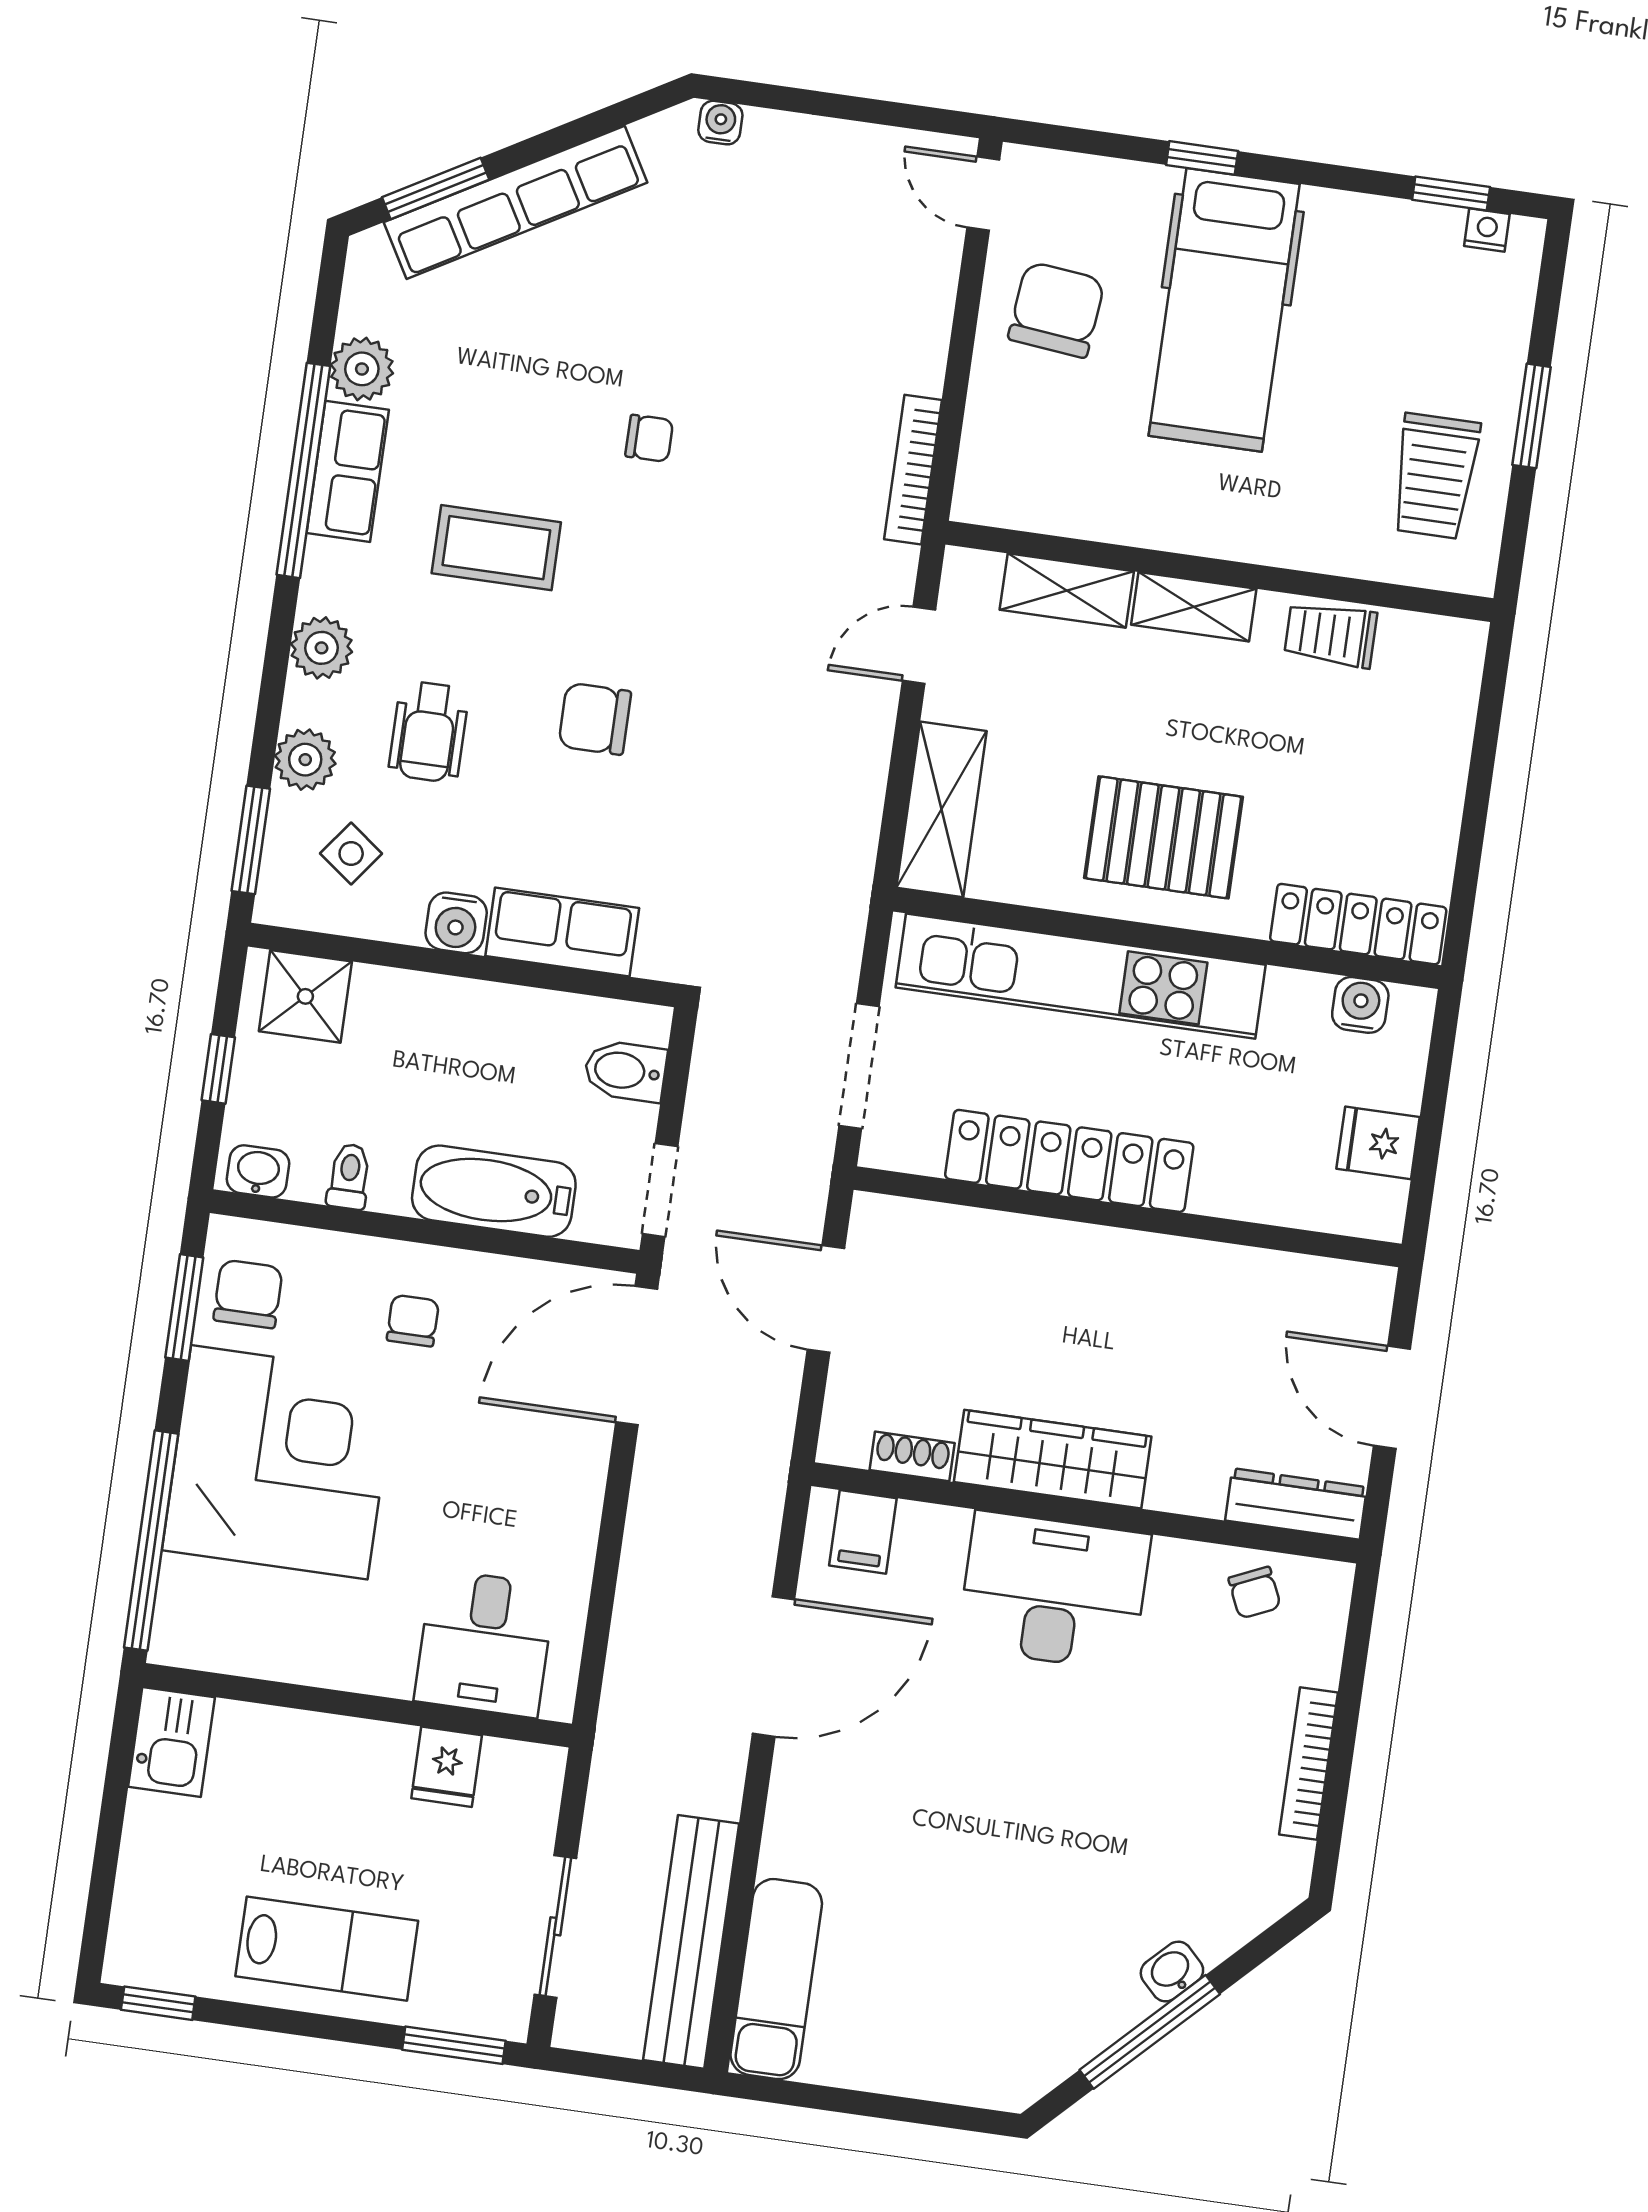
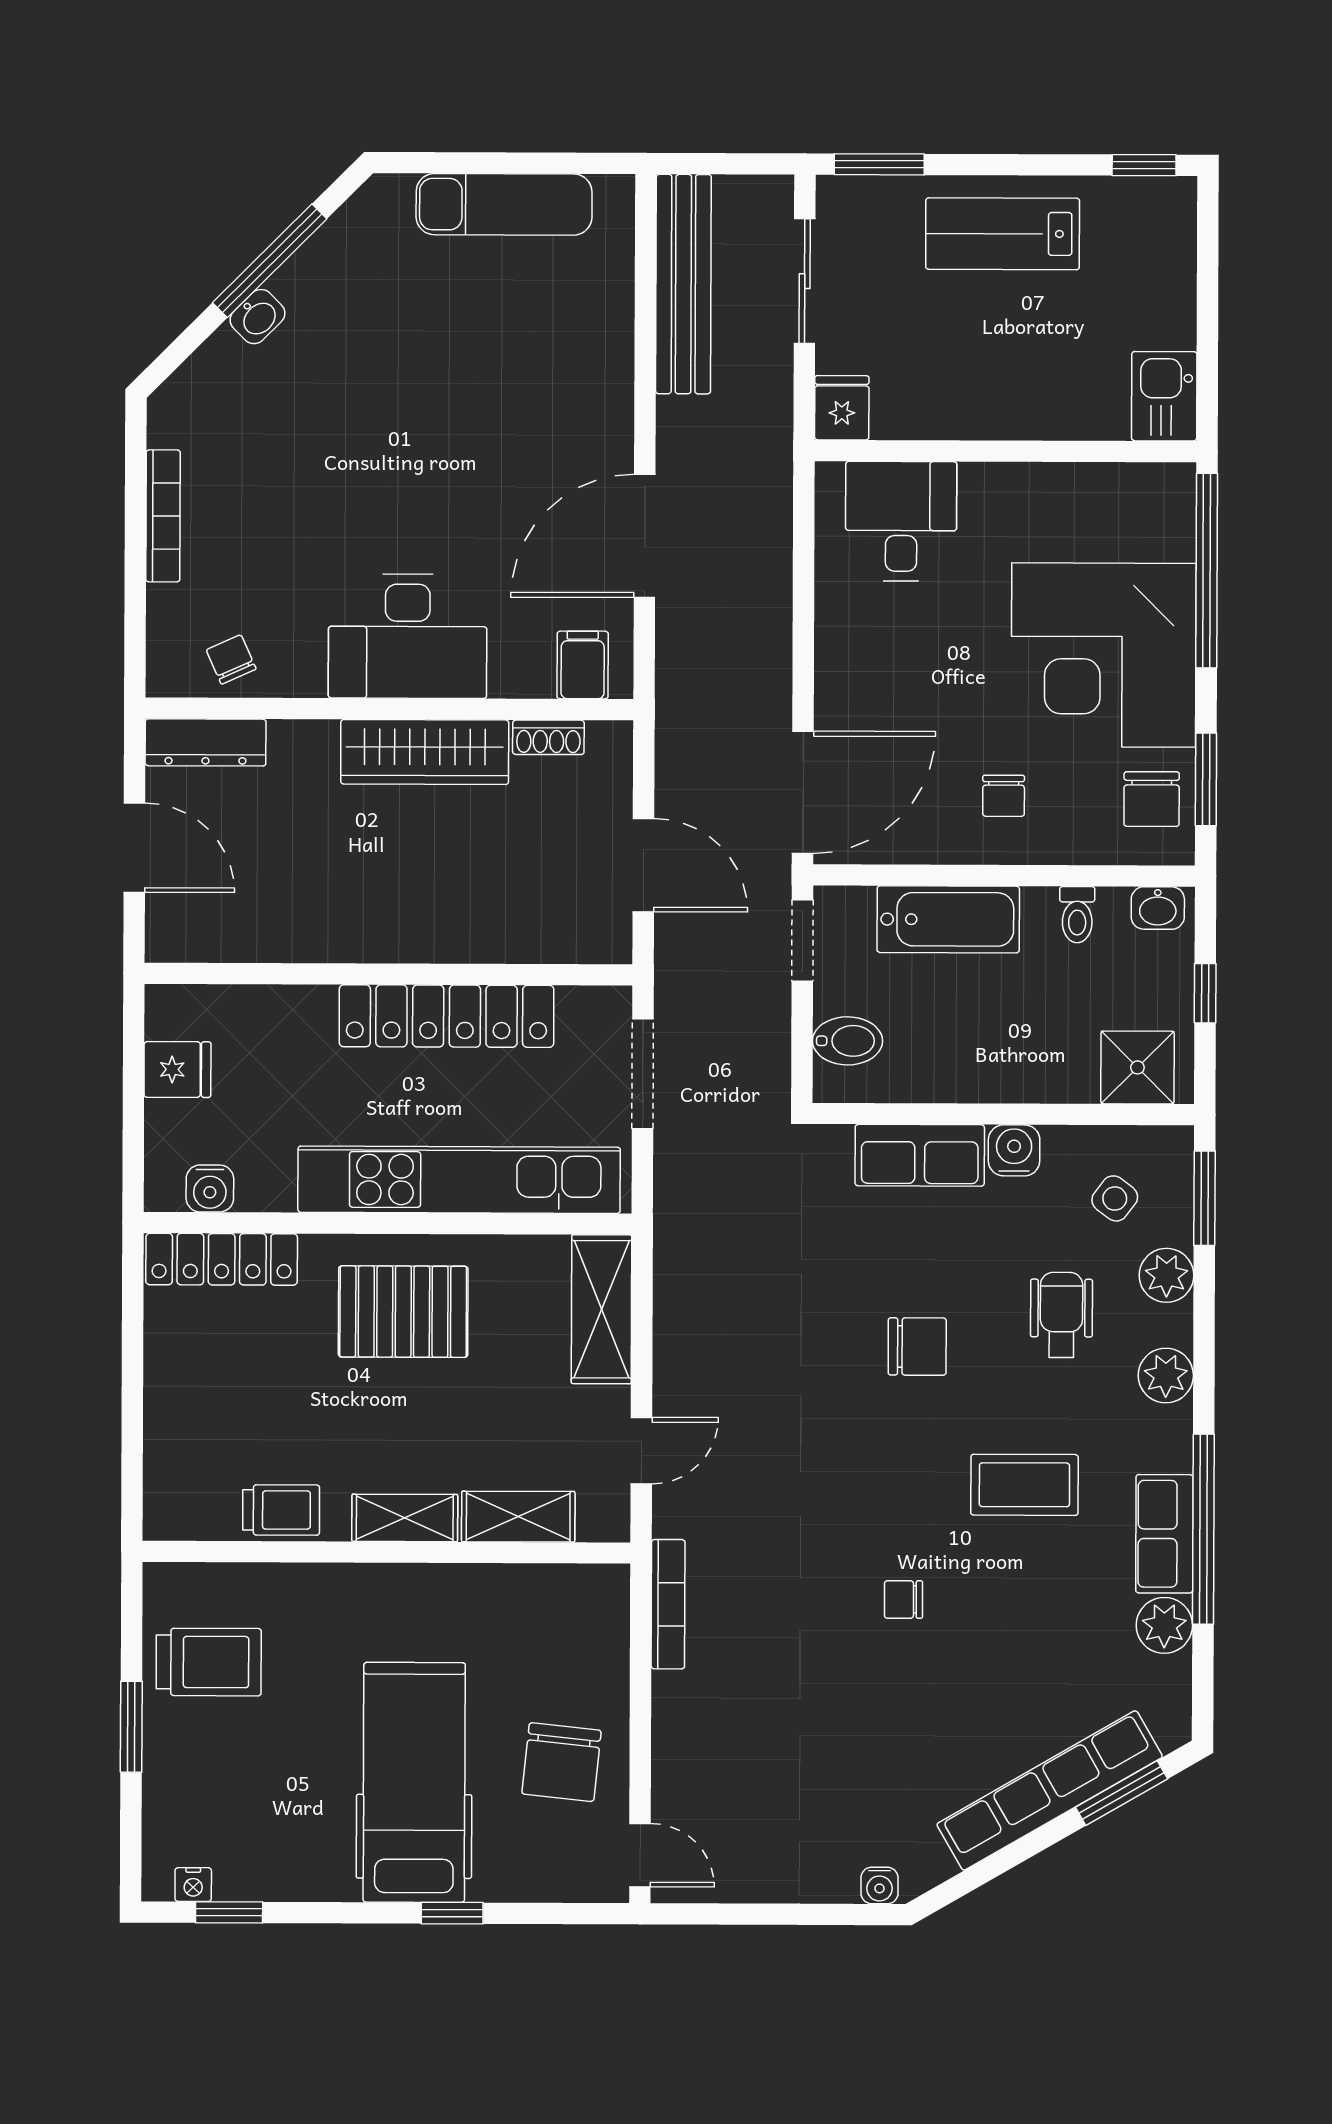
trolley: (1435, 476) -> (209, 1662), turned 90
fridge: (447, 1767) -> (842, 408), moved
exam couch: (776, 1979) -> (504, 204), moved, turned -90

